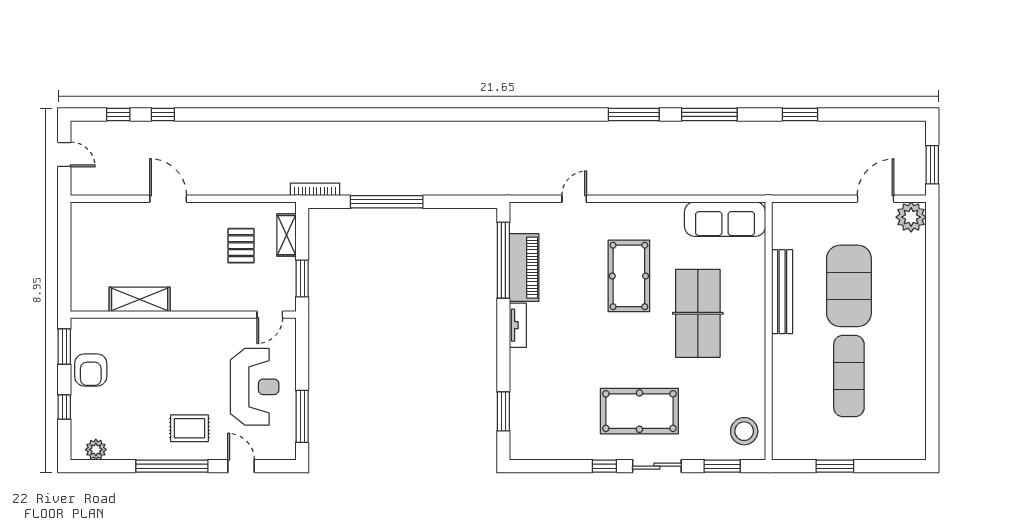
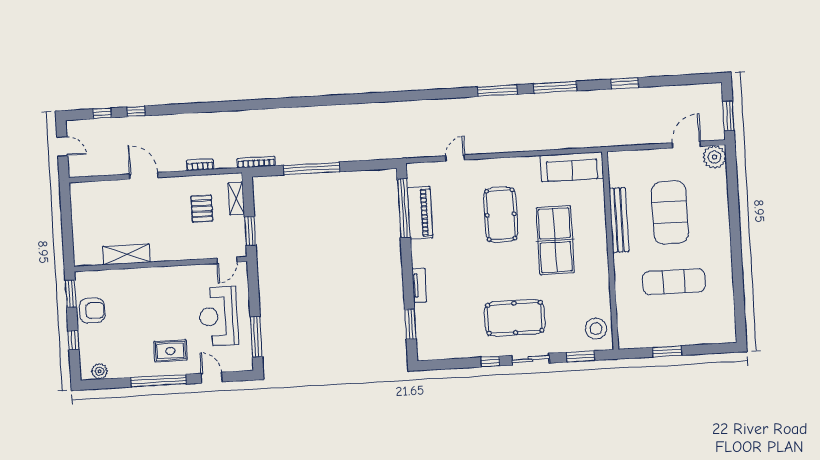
bookcase: (242, 189) -> (200, 165), added
tv unit: (518, 325) -> (419, 285), moved
armchair: (91, 370) -> (92, 311), turned -90
exercise mat: (849, 376) -> (674, 282), turned 90
reception desk: (255, 387) -> (219, 316), turned 180

